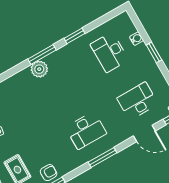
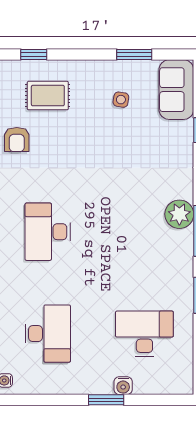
water cooler: (137, 39) -> (123, 386), moved

